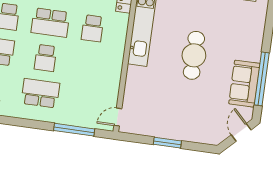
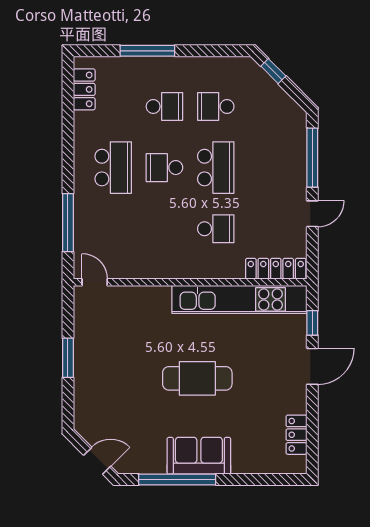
school desk: (50, 22) -> (216, 168), turned 180
school desk: (92, 28) -> (216, 229), turned 180
sofa: (244, 84) -> (199, 456), moved

